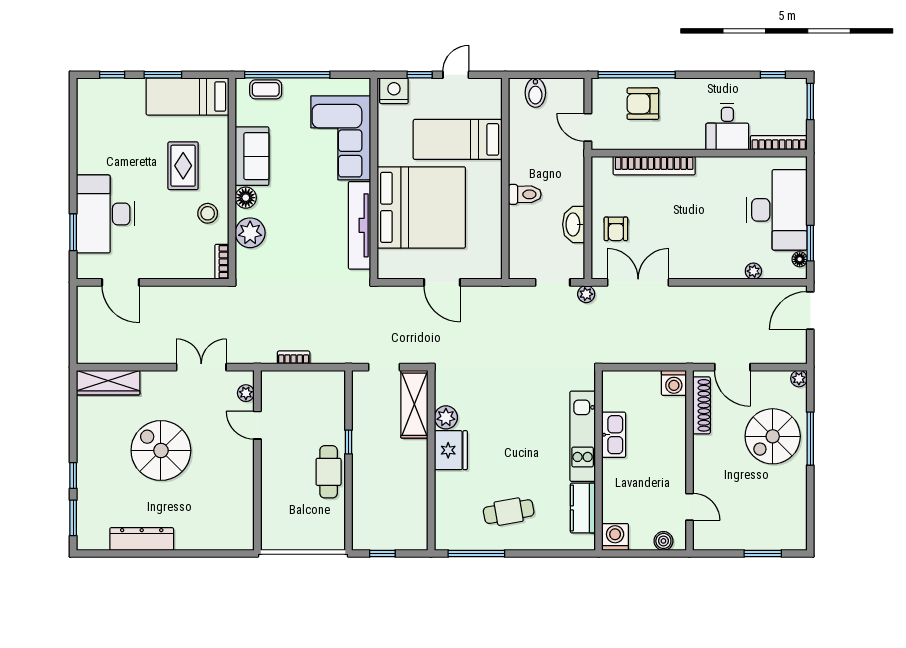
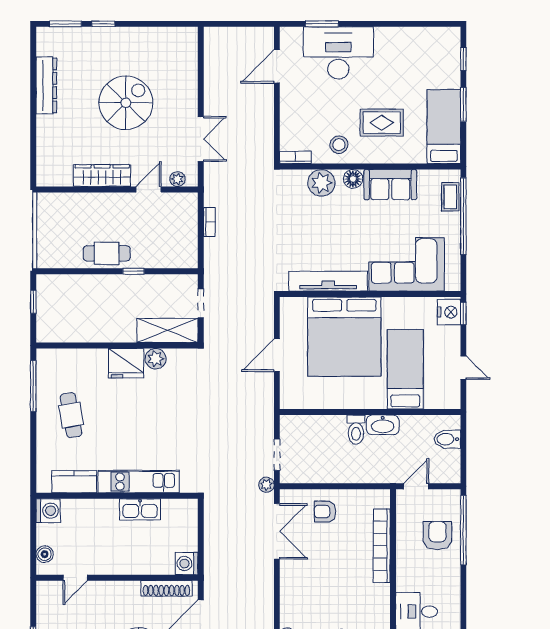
window: (420, 75) -> (463, 313), moved
washbasin: (574, 224) -> (383, 425), moved, turned 180
wardrobe: (108, 383) -> (102, 176), moved, turned 90

